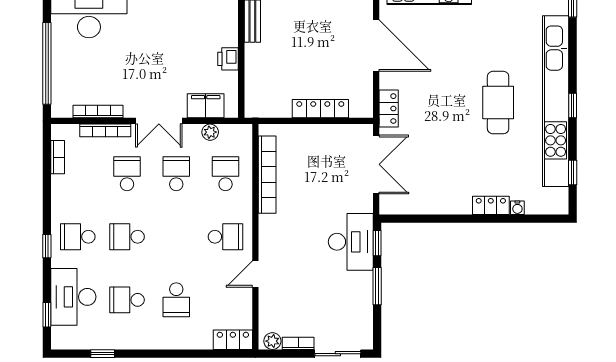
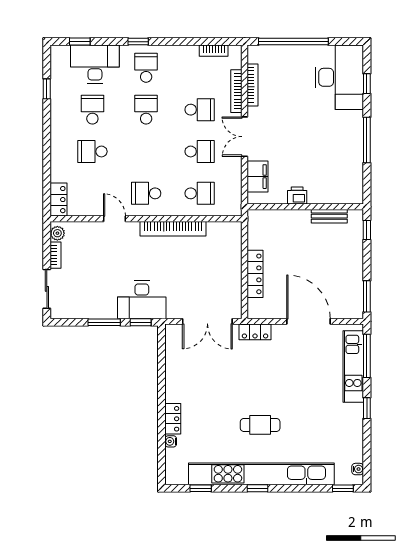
door: (376, 46) -> (309, 321), swing flipped
cafe table: (498, 103) -> (260, 425), width x0.73, depth x0.74
plant: (210, 132) -> (235, 180), removed
bookcase: (267, 175) -> (173, 229), moved
school desk: (226, 237) -> (146, 193), turned 90

